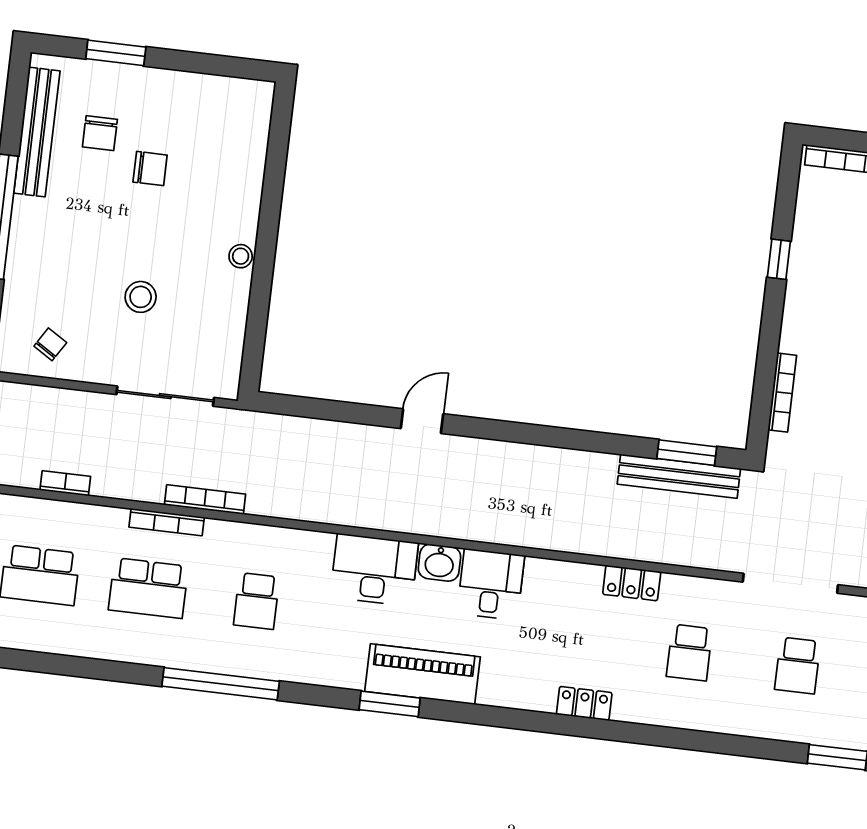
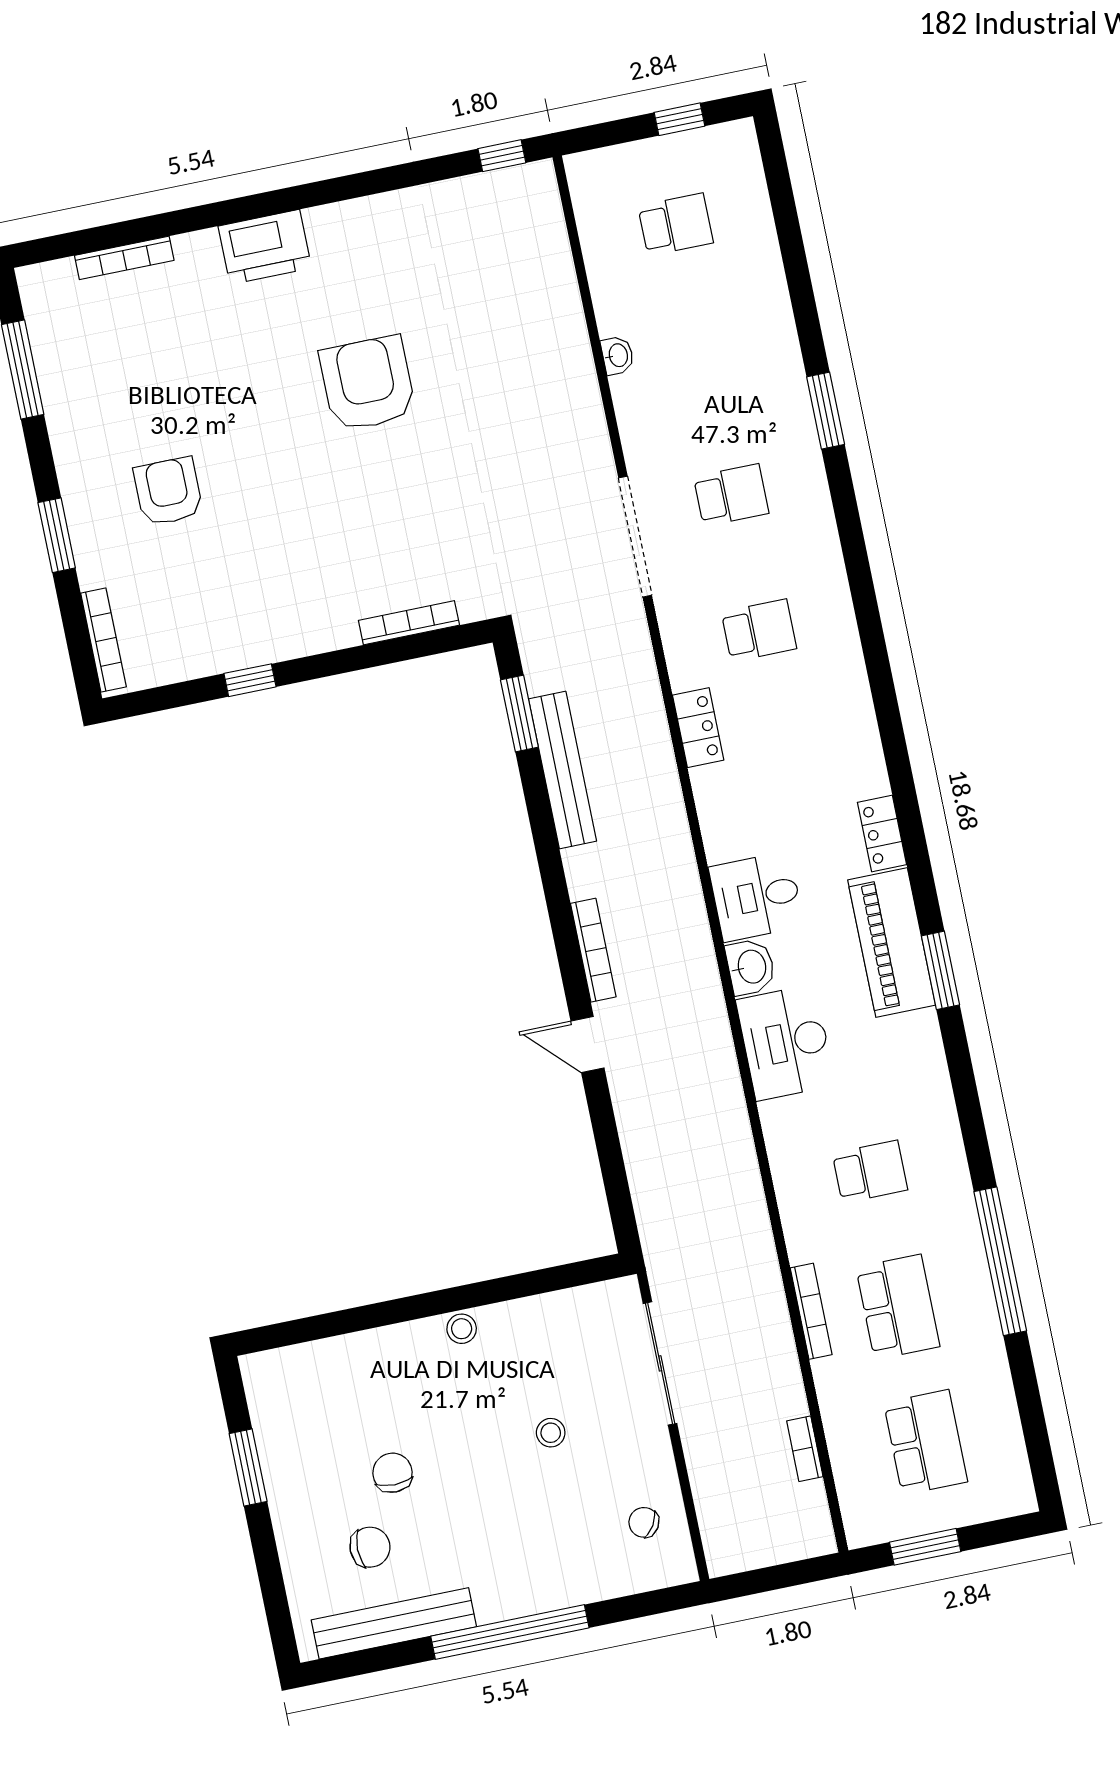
window: (116, 53) -> (248, 1467), moved
stool: (141, 297) -> (551, 1433), width x0.73, depth x0.73
bench: (679, 476) -> (563, 770), moved
bookcase: (205, 499) -> (593, 950), moved, turned 180
window: (221, 684) -> (1000, 1261), moved
locker: (584, 703) -> (882, 833), moved

